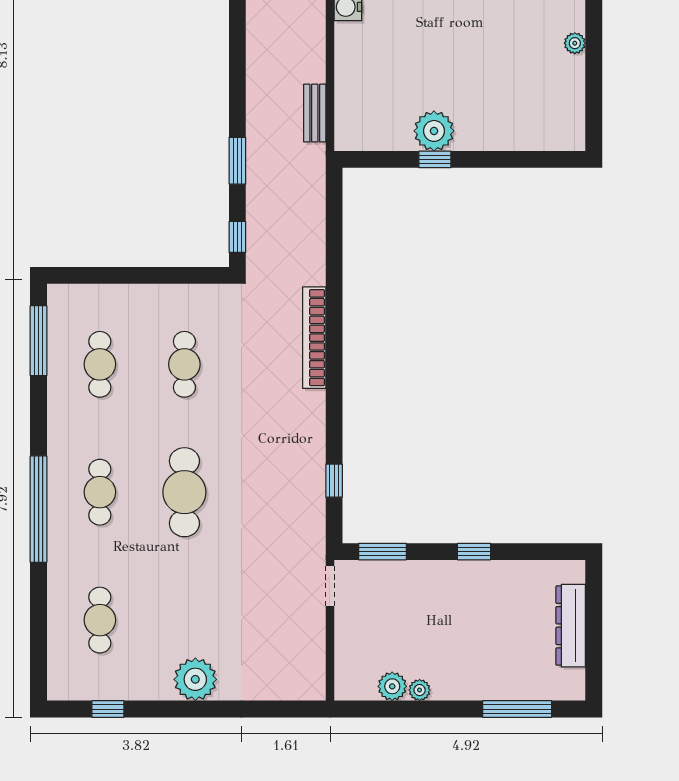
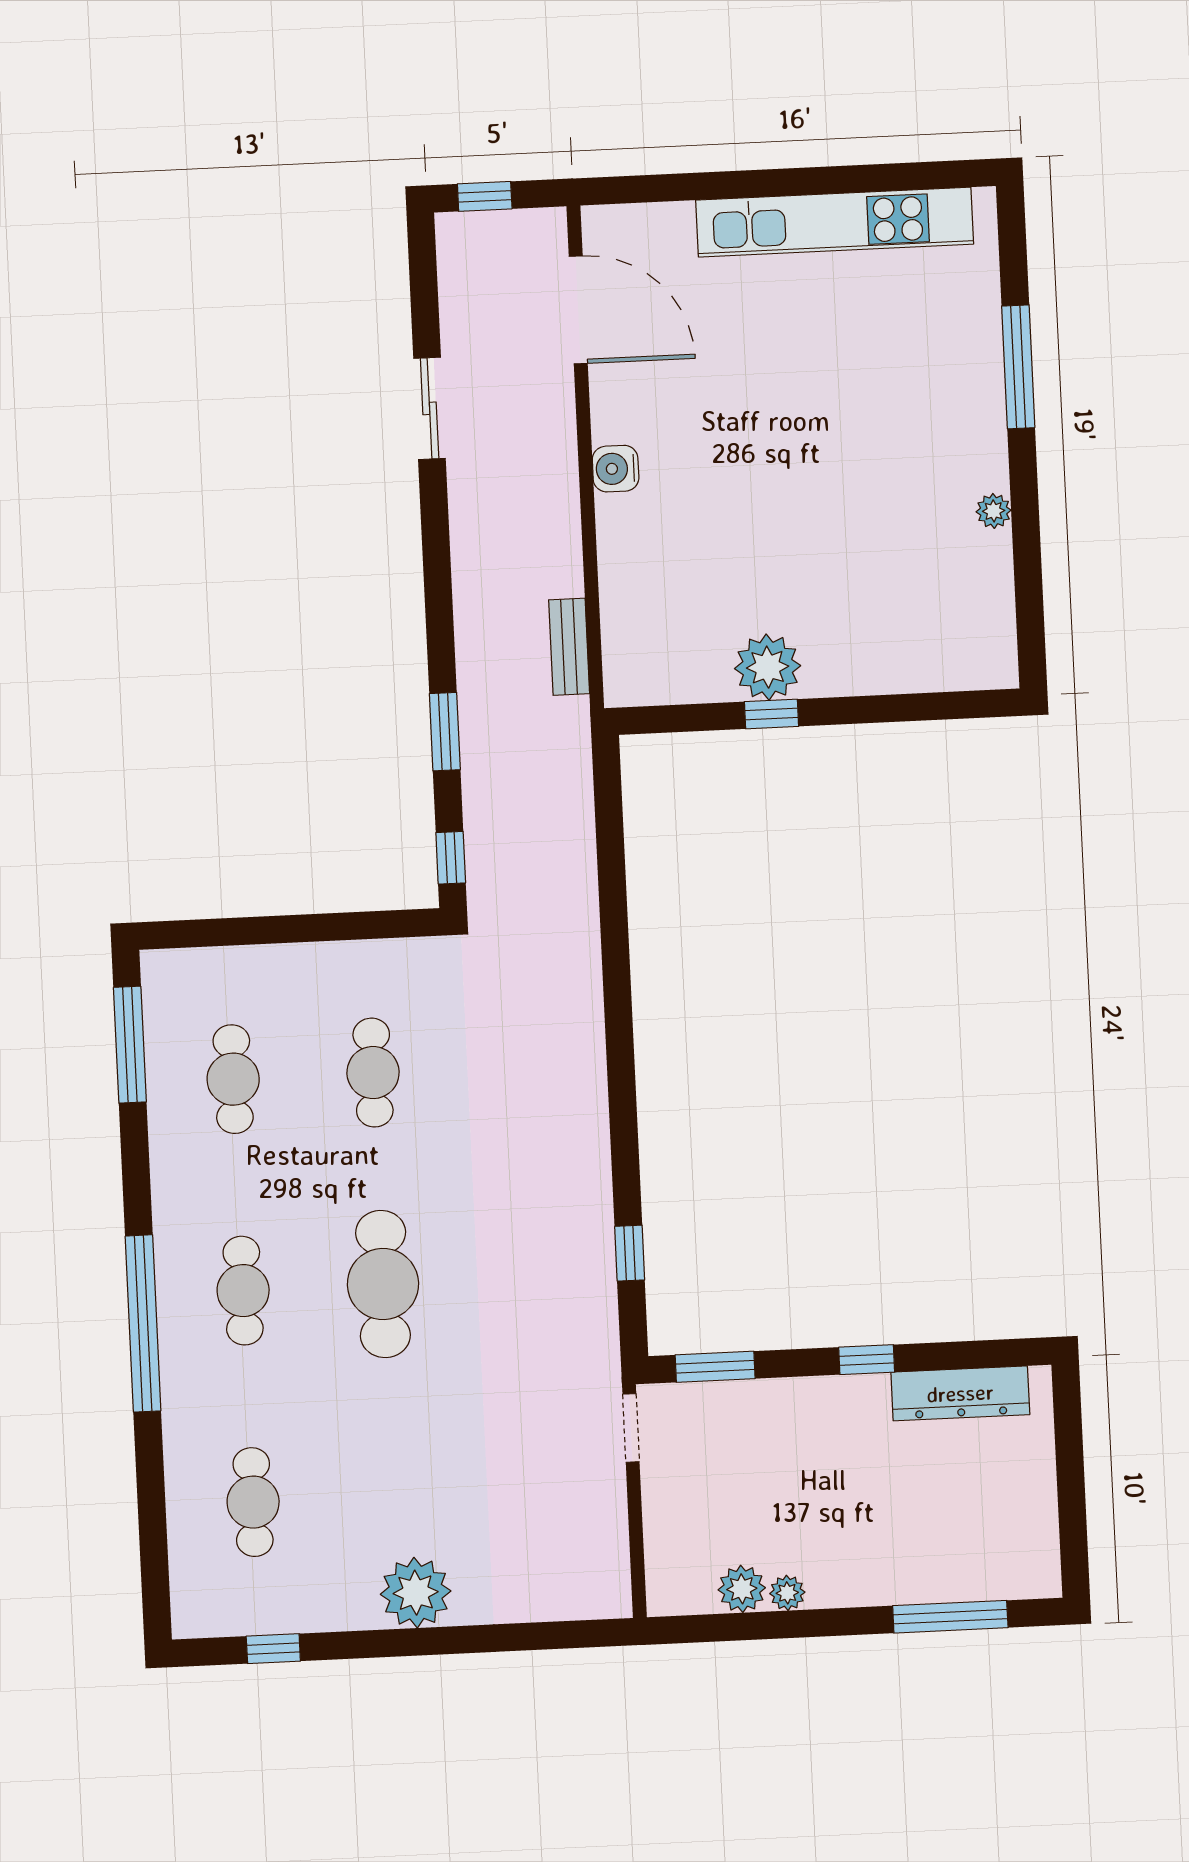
bookcase: (314, 338) -> (586, 1018), removed
dresser: (571, 626) -> (960, 1393), moved, turned -90

